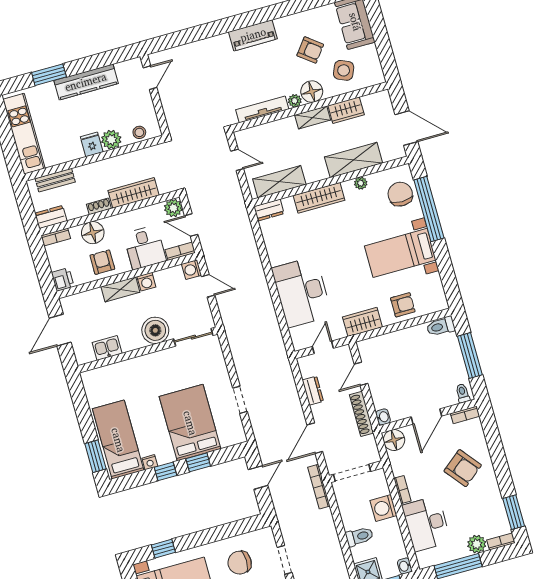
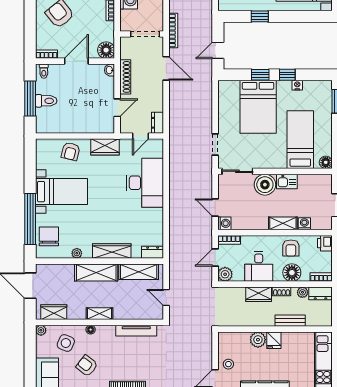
floor lamp: (312, 92) -> (91, 330), width x0.53, depth x0.53
plant: (295, 101) -> (41, 330), moved
wardrobe: (346, 110) -> (54, 312), moved
stool: (139, 132) -> (228, 364), moved
shelving: (354, 160) -> (96, 272), moved
bench: (55, 180) -> (290, 321), moved
wardrobe: (133, 193) -> (259, 294), width x0.67
chair: (400, 194) -> (49, 236), turned 180
plant: (73, 212) -> (302, 292), added
door: (191, 225) -> (215, 257), swing flipped
desk: (145, 247) -> (259, 267), moved, turned 180
washing machine: (146, 282) -> (304, 224), moved
armchair: (403, 305) -> (71, 151), turned -76
toilet: (441, 326) -> (46, 101), moved
kitchen sink: (107, 348) -> (287, 182), moved
floor lamp: (89, 378) -> (326, 162), added
dresser: (313, 391) -> (158, 123), moved
doorway: (240, 400) -> (215, 144), moved
door: (315, 438) -> (166, 68), hinge flipped
bed: (118, 440) -> (300, 140), moved, turned 180
window: (163, 549) -> (260, 16), moved

